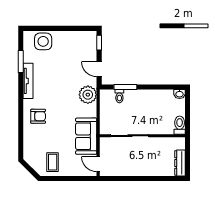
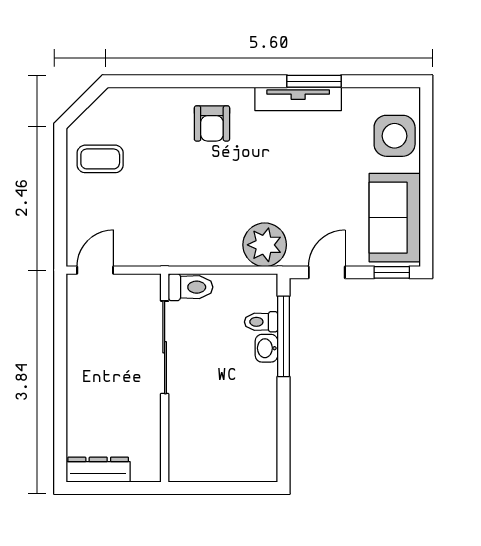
window: (21, 62) -> (314, 81), moved
window: (125, 87) -> (284, 336), width x1.44
washbasin: (179, 94) -> (266, 348), moved
toilet: (180, 125) -> (190, 287), moved
sofa: (86, 136) -> (395, 218), moved, turned -90

